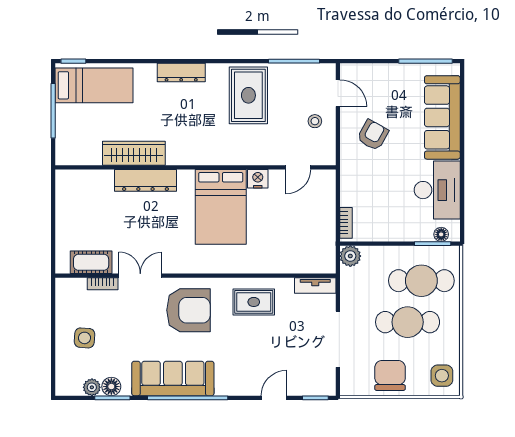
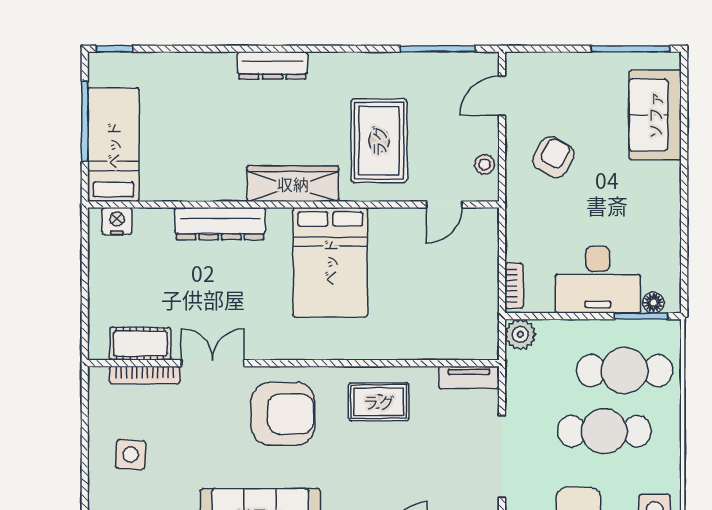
bed: (94, 85) -> (113, 145), moved, turned -90
door: (338, 93) -> (502, 96), swing flipped
rug: (248, 95) -> (379, 141), moved
sofa: (442, 117) -> (655, 115), width x0.73
stool: (315, 121) -> (485, 164), moved
wardrobe: (134, 153) -> (293, 184), moved
nightstand: (258, 179) -> (117, 221), moved
desk: (437, 190) -> (598, 280), moved, turned 90
bookcase: (103, 284) -> (145, 375), width x1.56

